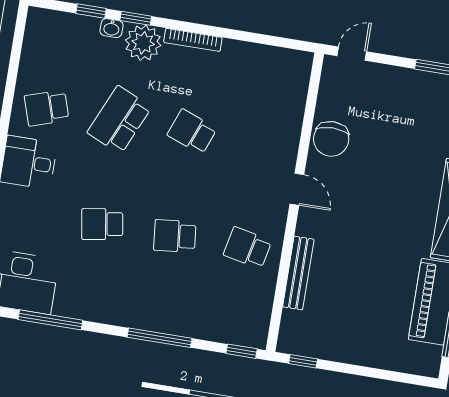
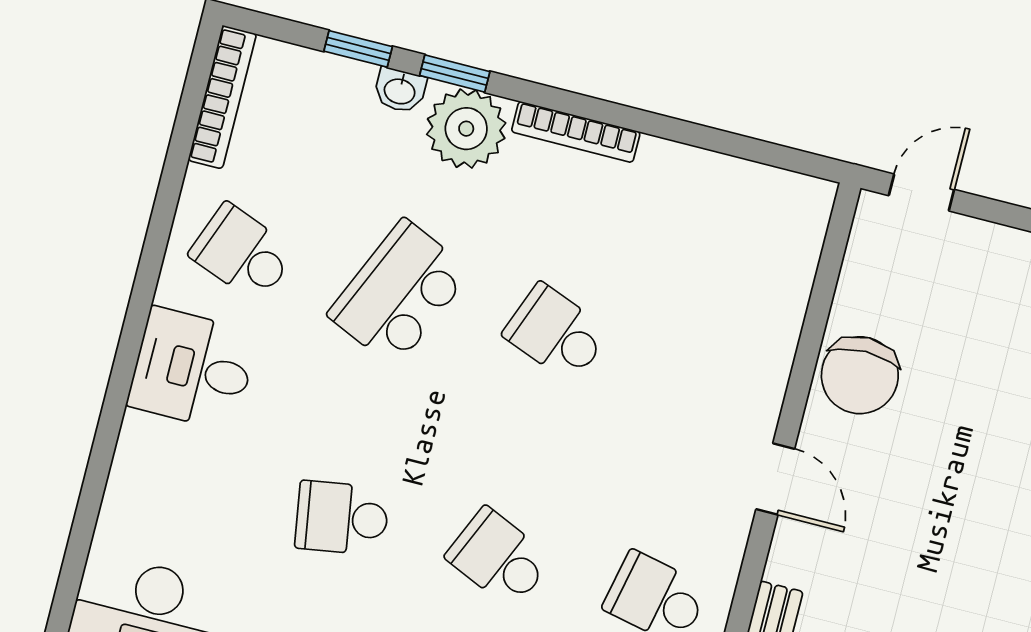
bookcase: (31, 38) -> (222, 97), added
school desk: (47, 108) -> (242, 253), turned 39
school desk: (175, 236) -> (499, 558), turned 30

